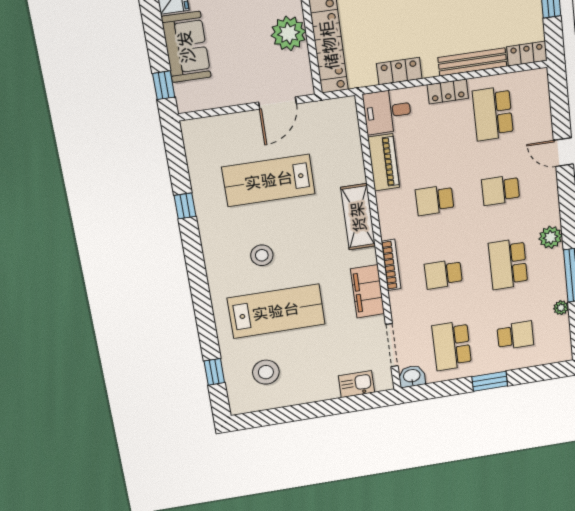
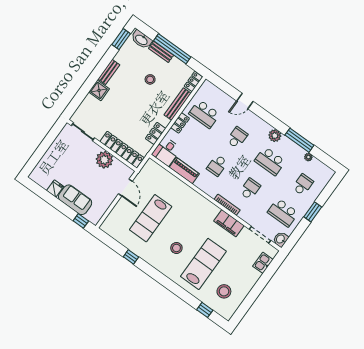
school desk: (501, 190) -> (237, 138), turned 180
shelving: (358, 217) -> (196, 199), removed
school desk: (443, 274) -> (250, 189), turned 180

